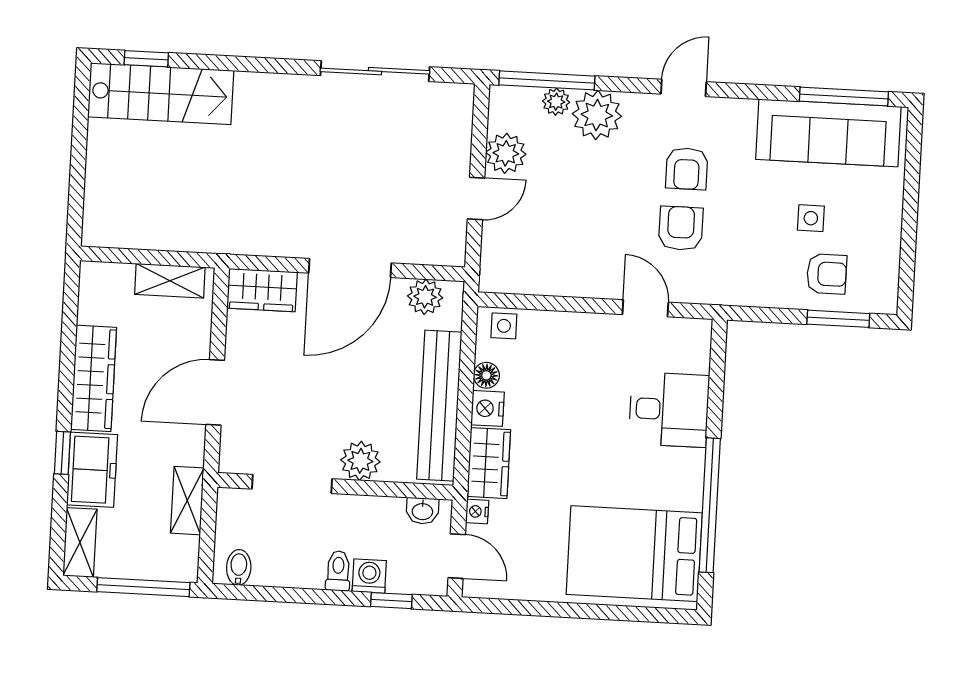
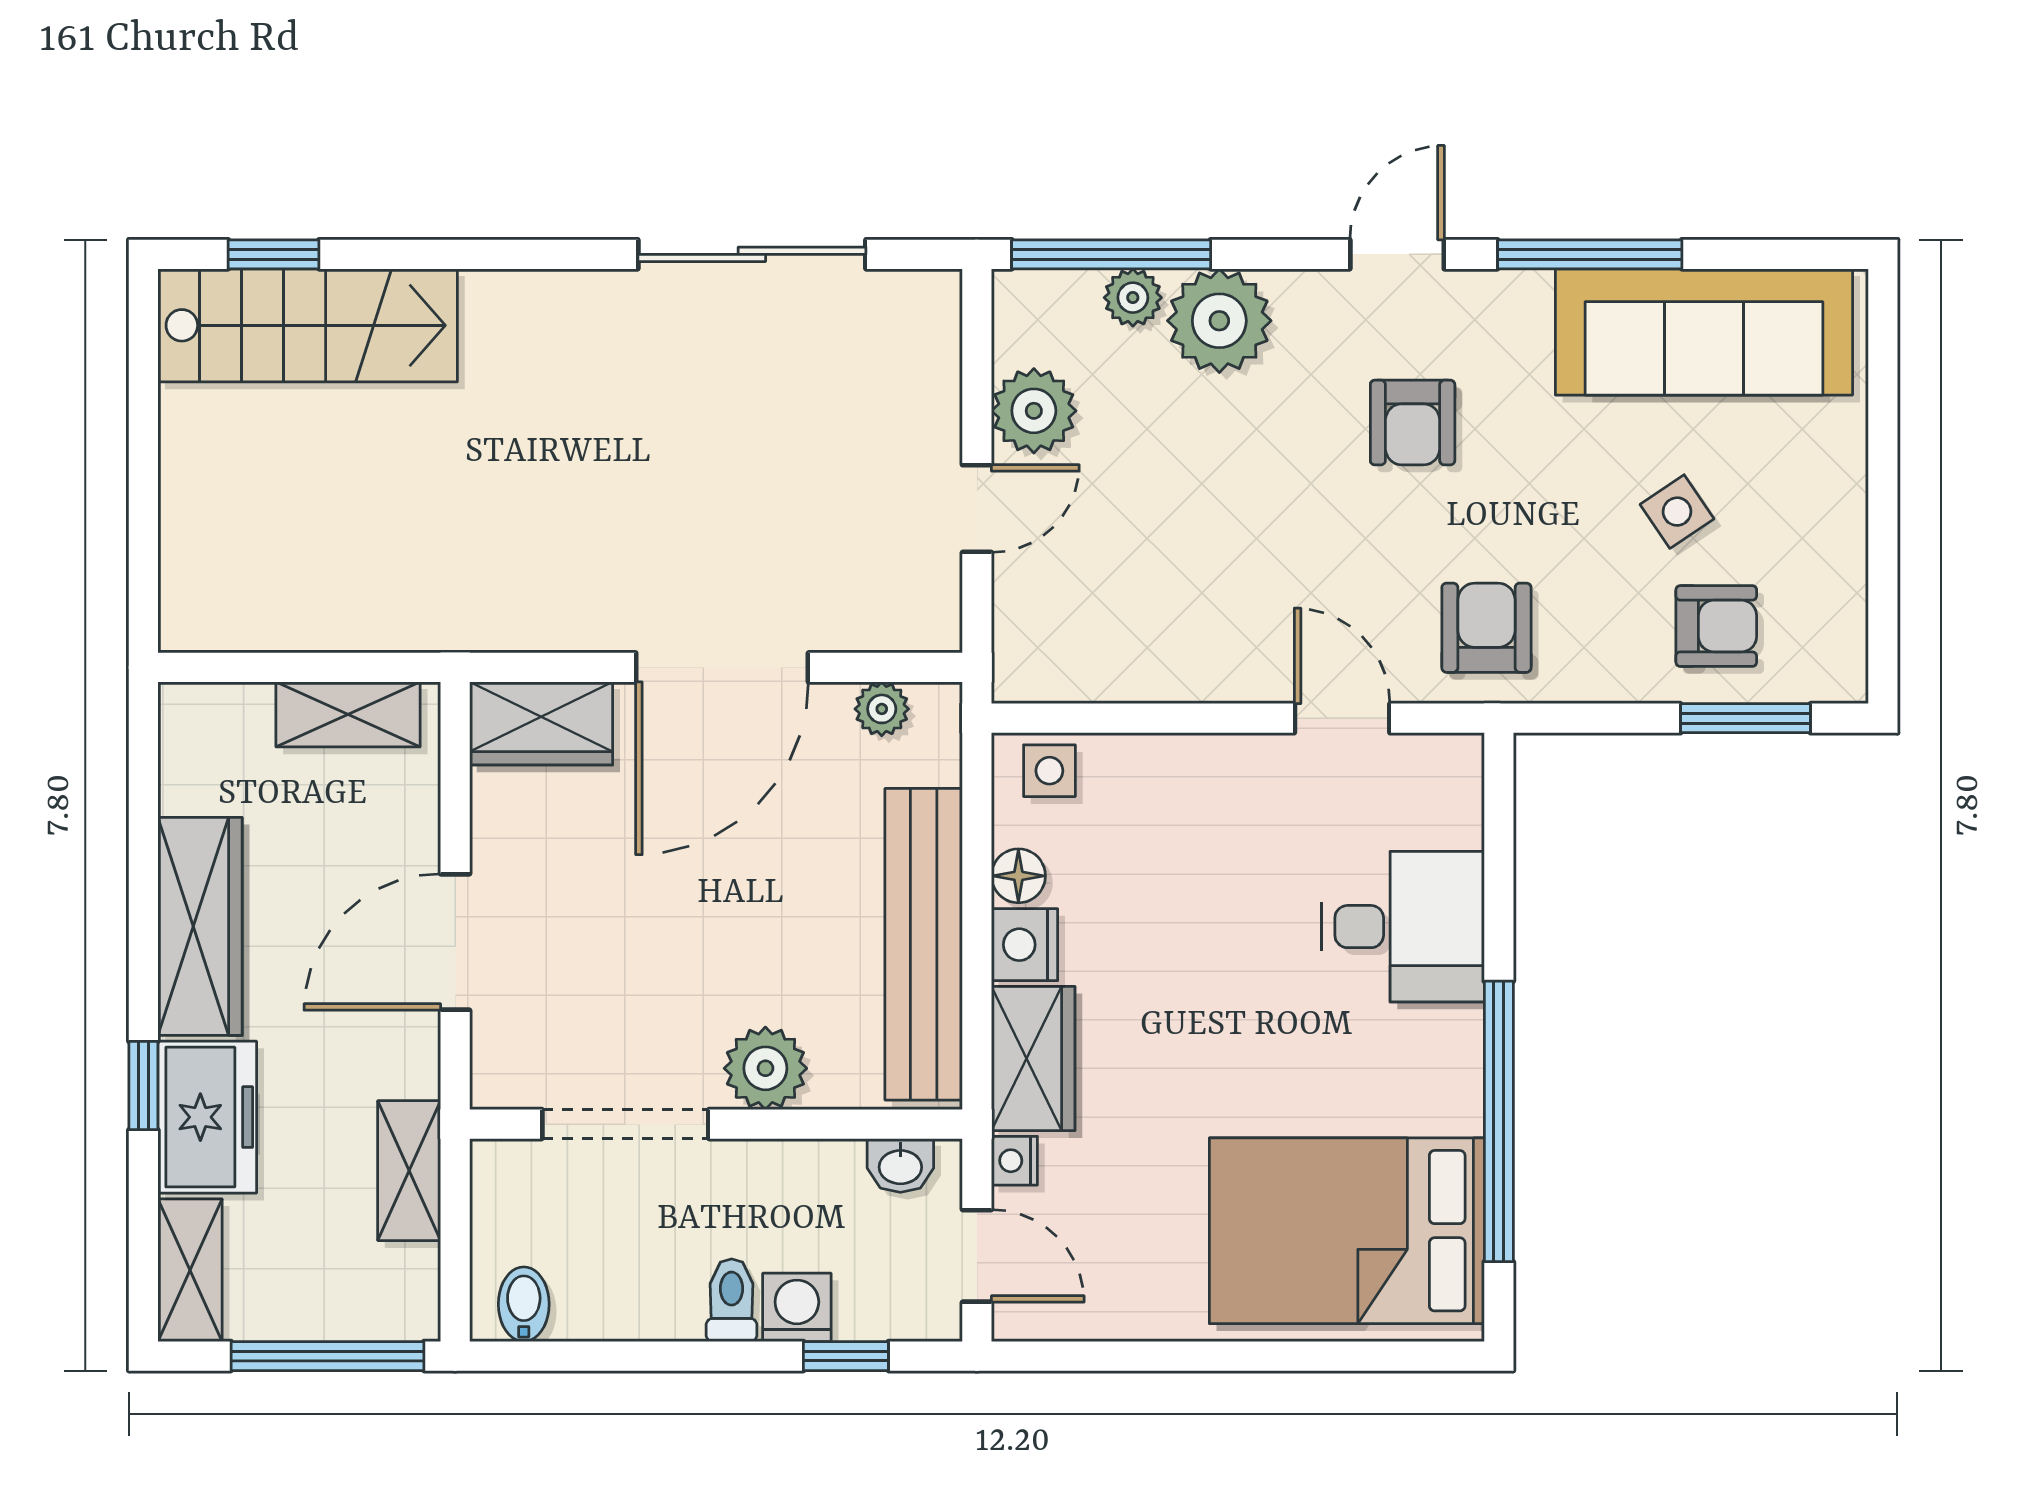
window: (844, 97) -> (1590, 254), moved
side table: (811, 218) -> (1677, 512), turned -34
armchair: (681, 228) -> (1486, 628), moved
plant: (425, 297) -> (882, 709), width x0.73, depth x0.73

